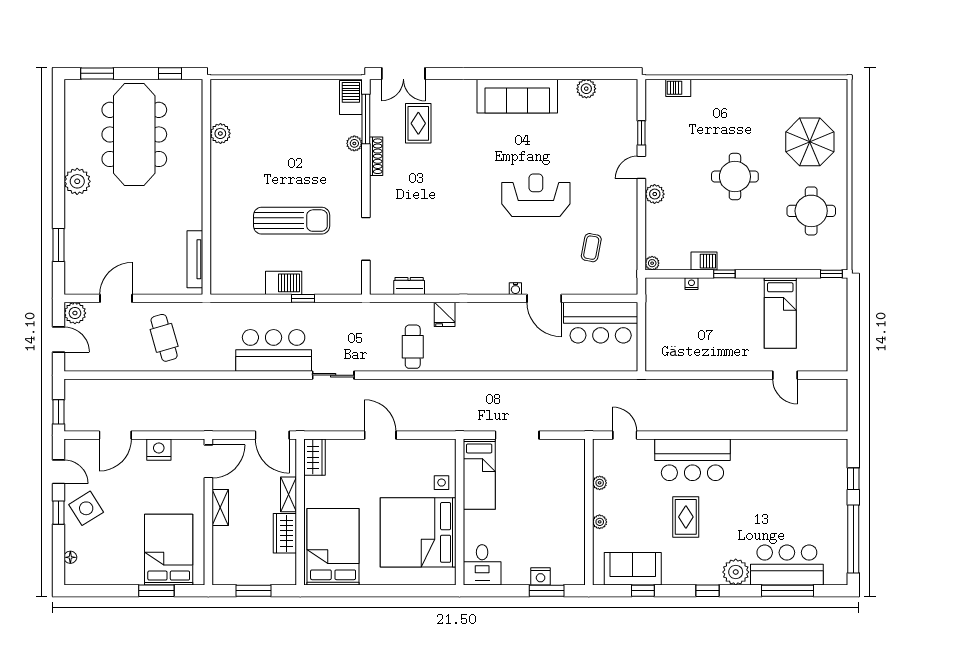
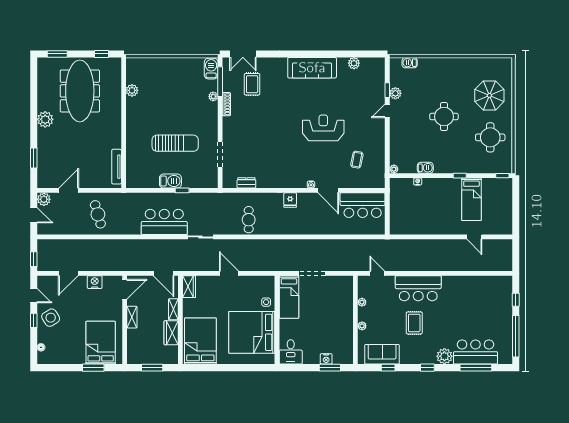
plant: (655, 194) -> (395, 93), moved
window: (724, 274) -> (460, 176), moved
fridge: (445, 314) -> (290, 200), moved

